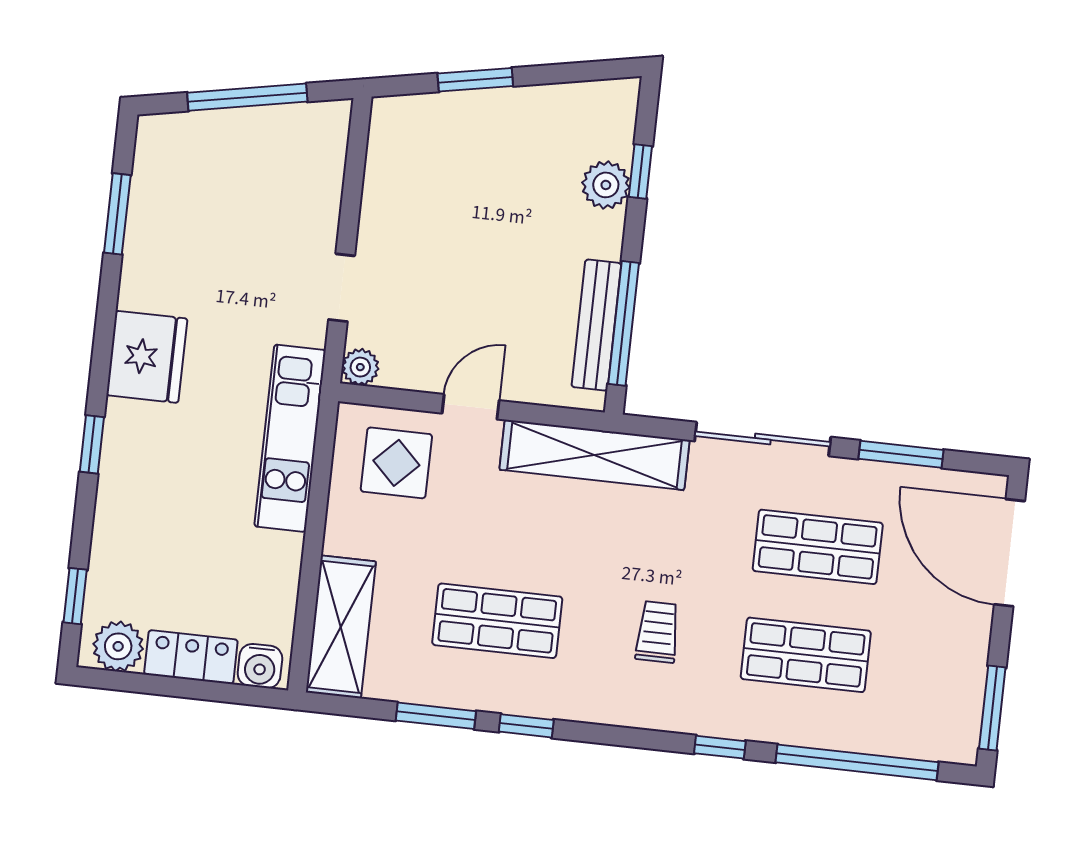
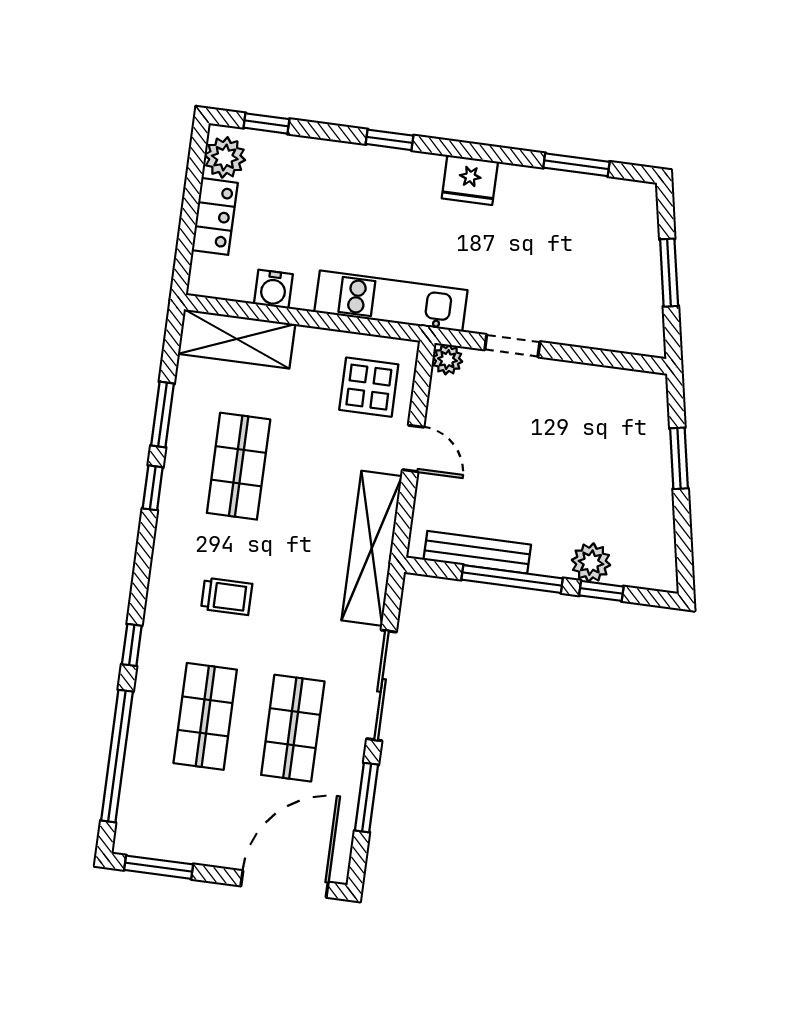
window: (247, 97) -> (669, 273), width x0.69
window: (624, 323) -> (512, 579), moved
fridge: (147, 357) -> (470, 180), width x0.73, depth x0.75
water cooler: (260, 666) -> (273, 289), moved, turned -90

